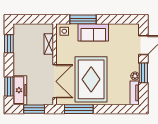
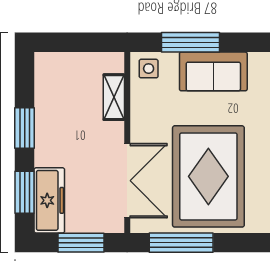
window: (9, 44) -> (25, 128), moved

